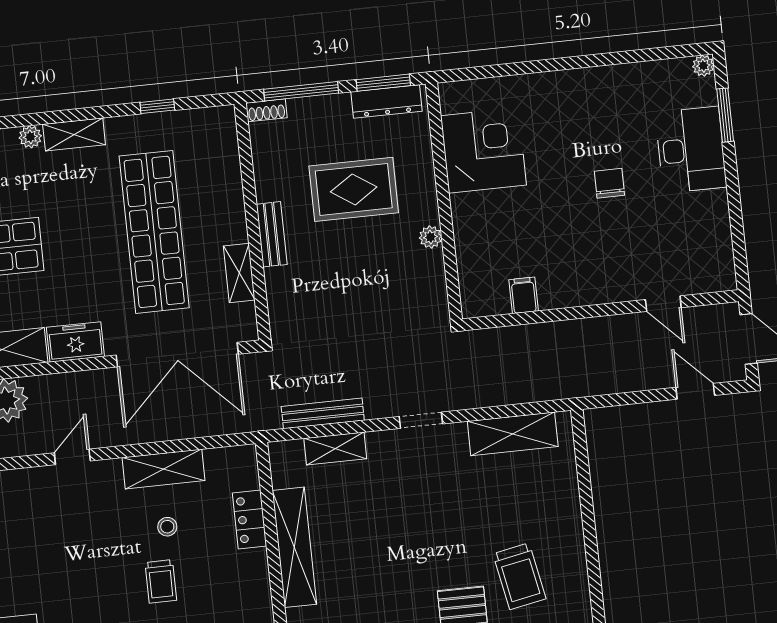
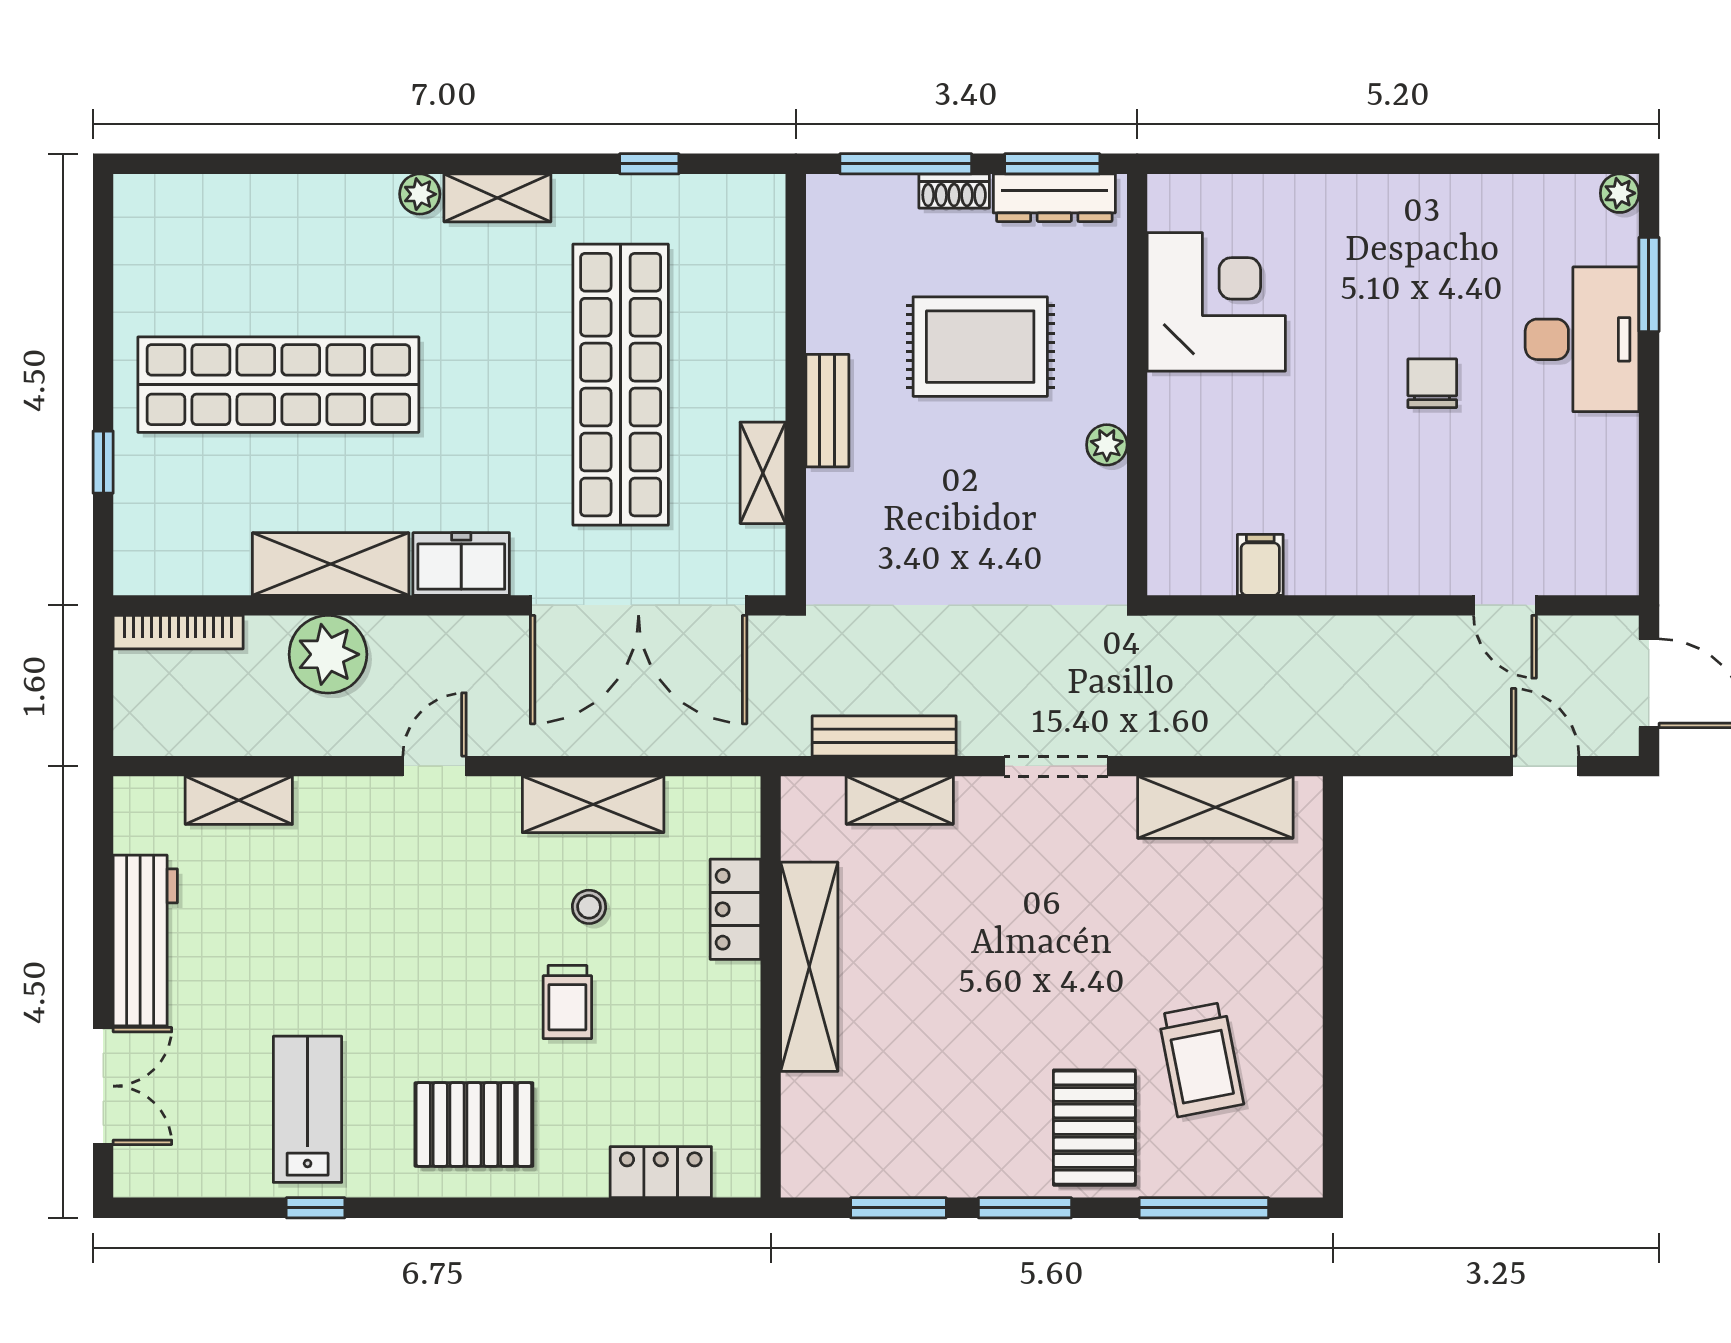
shoe rack: (266, 110) -> (954, 191), moved
doorway: (421, 420) -> (1056, 766), width x1.38

